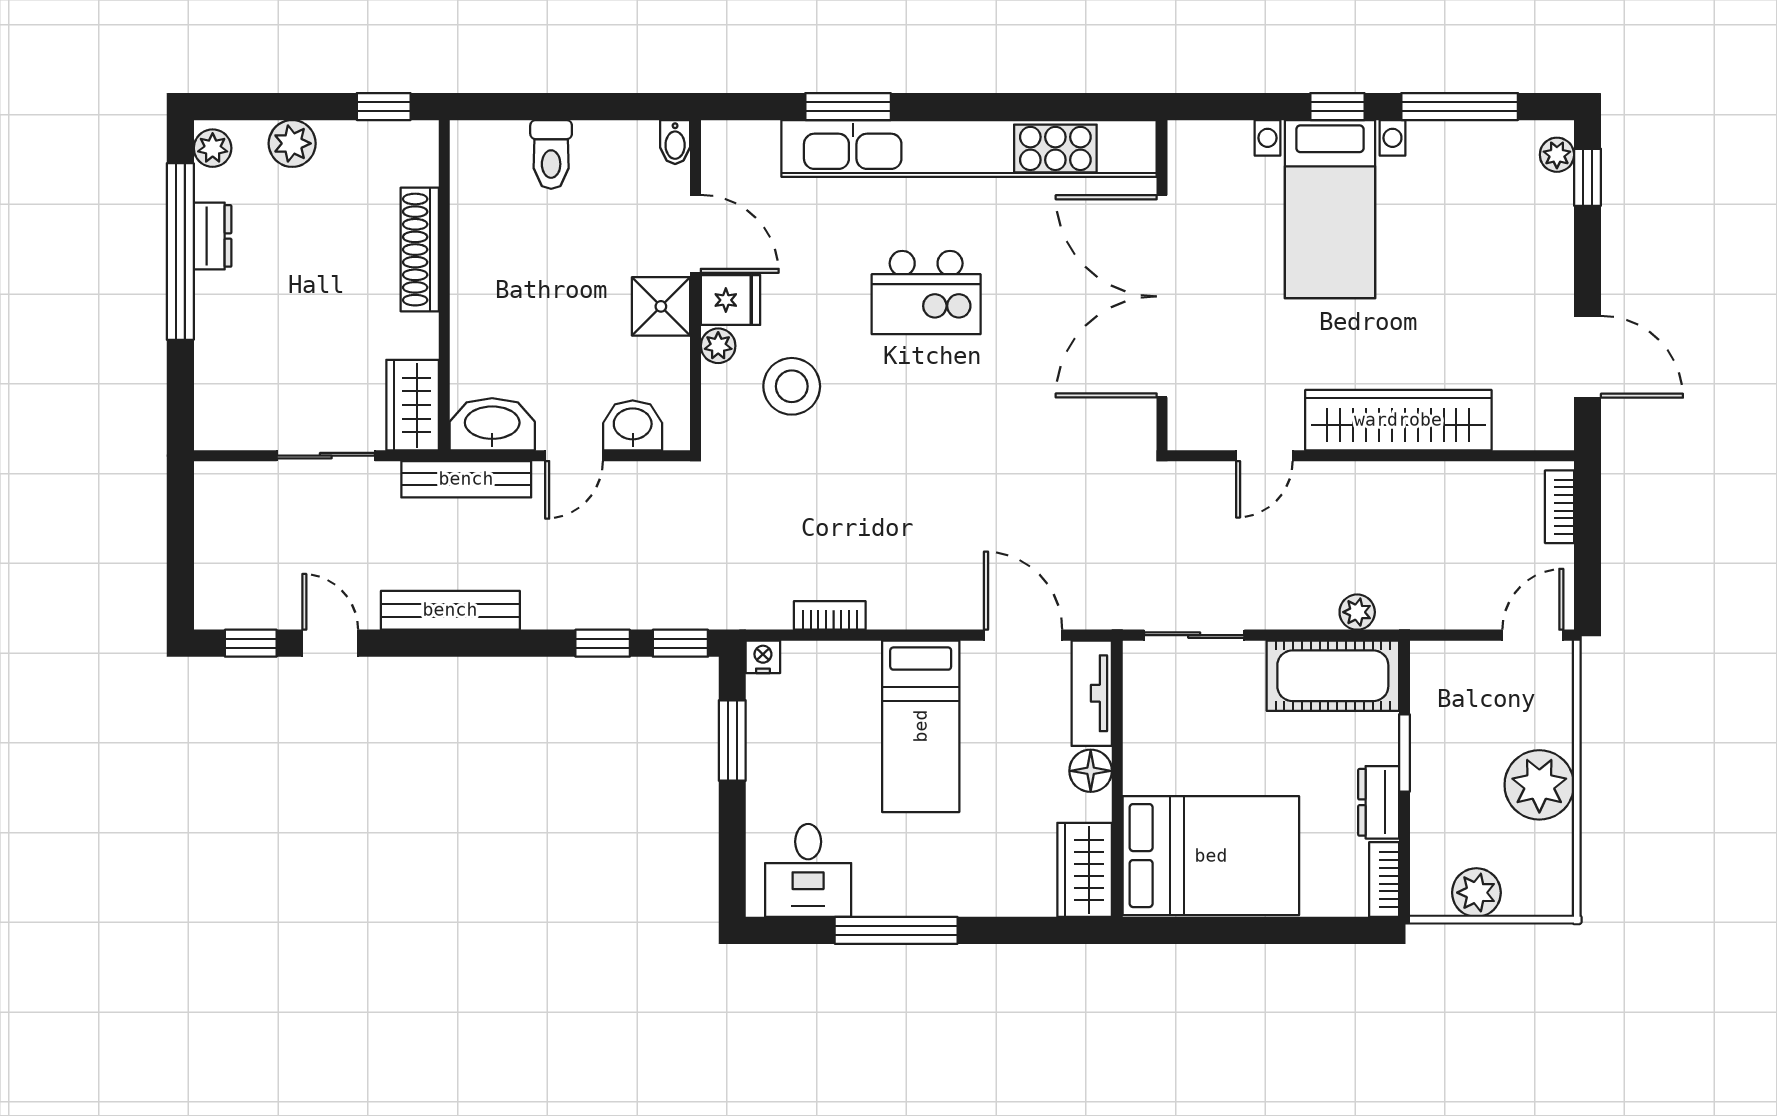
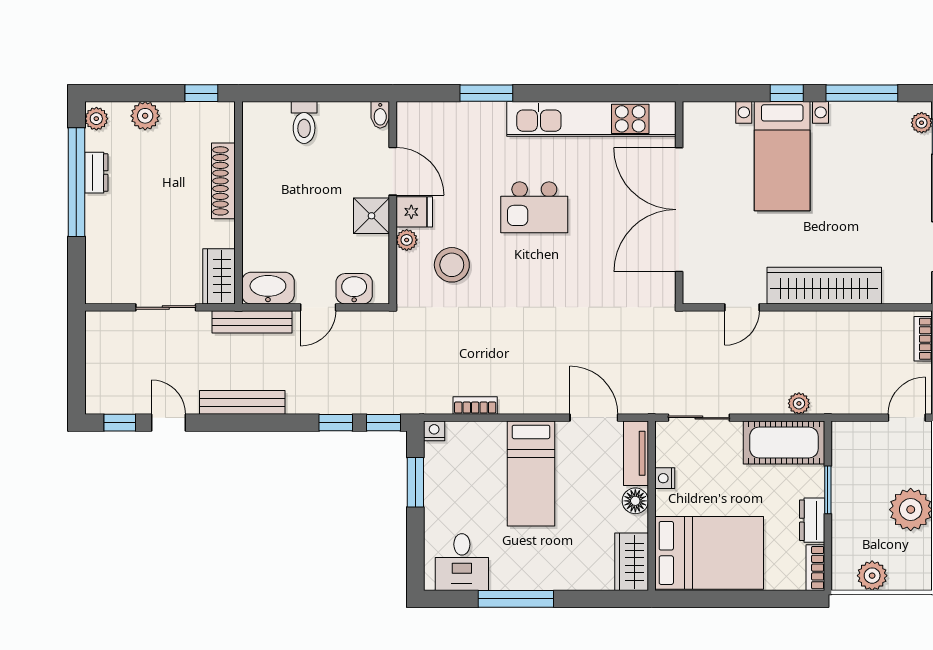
kitchen unit: (969, 148) -> (591, 119), width x0.73
nightstand: (1139, 734) -> (665, 478), added

